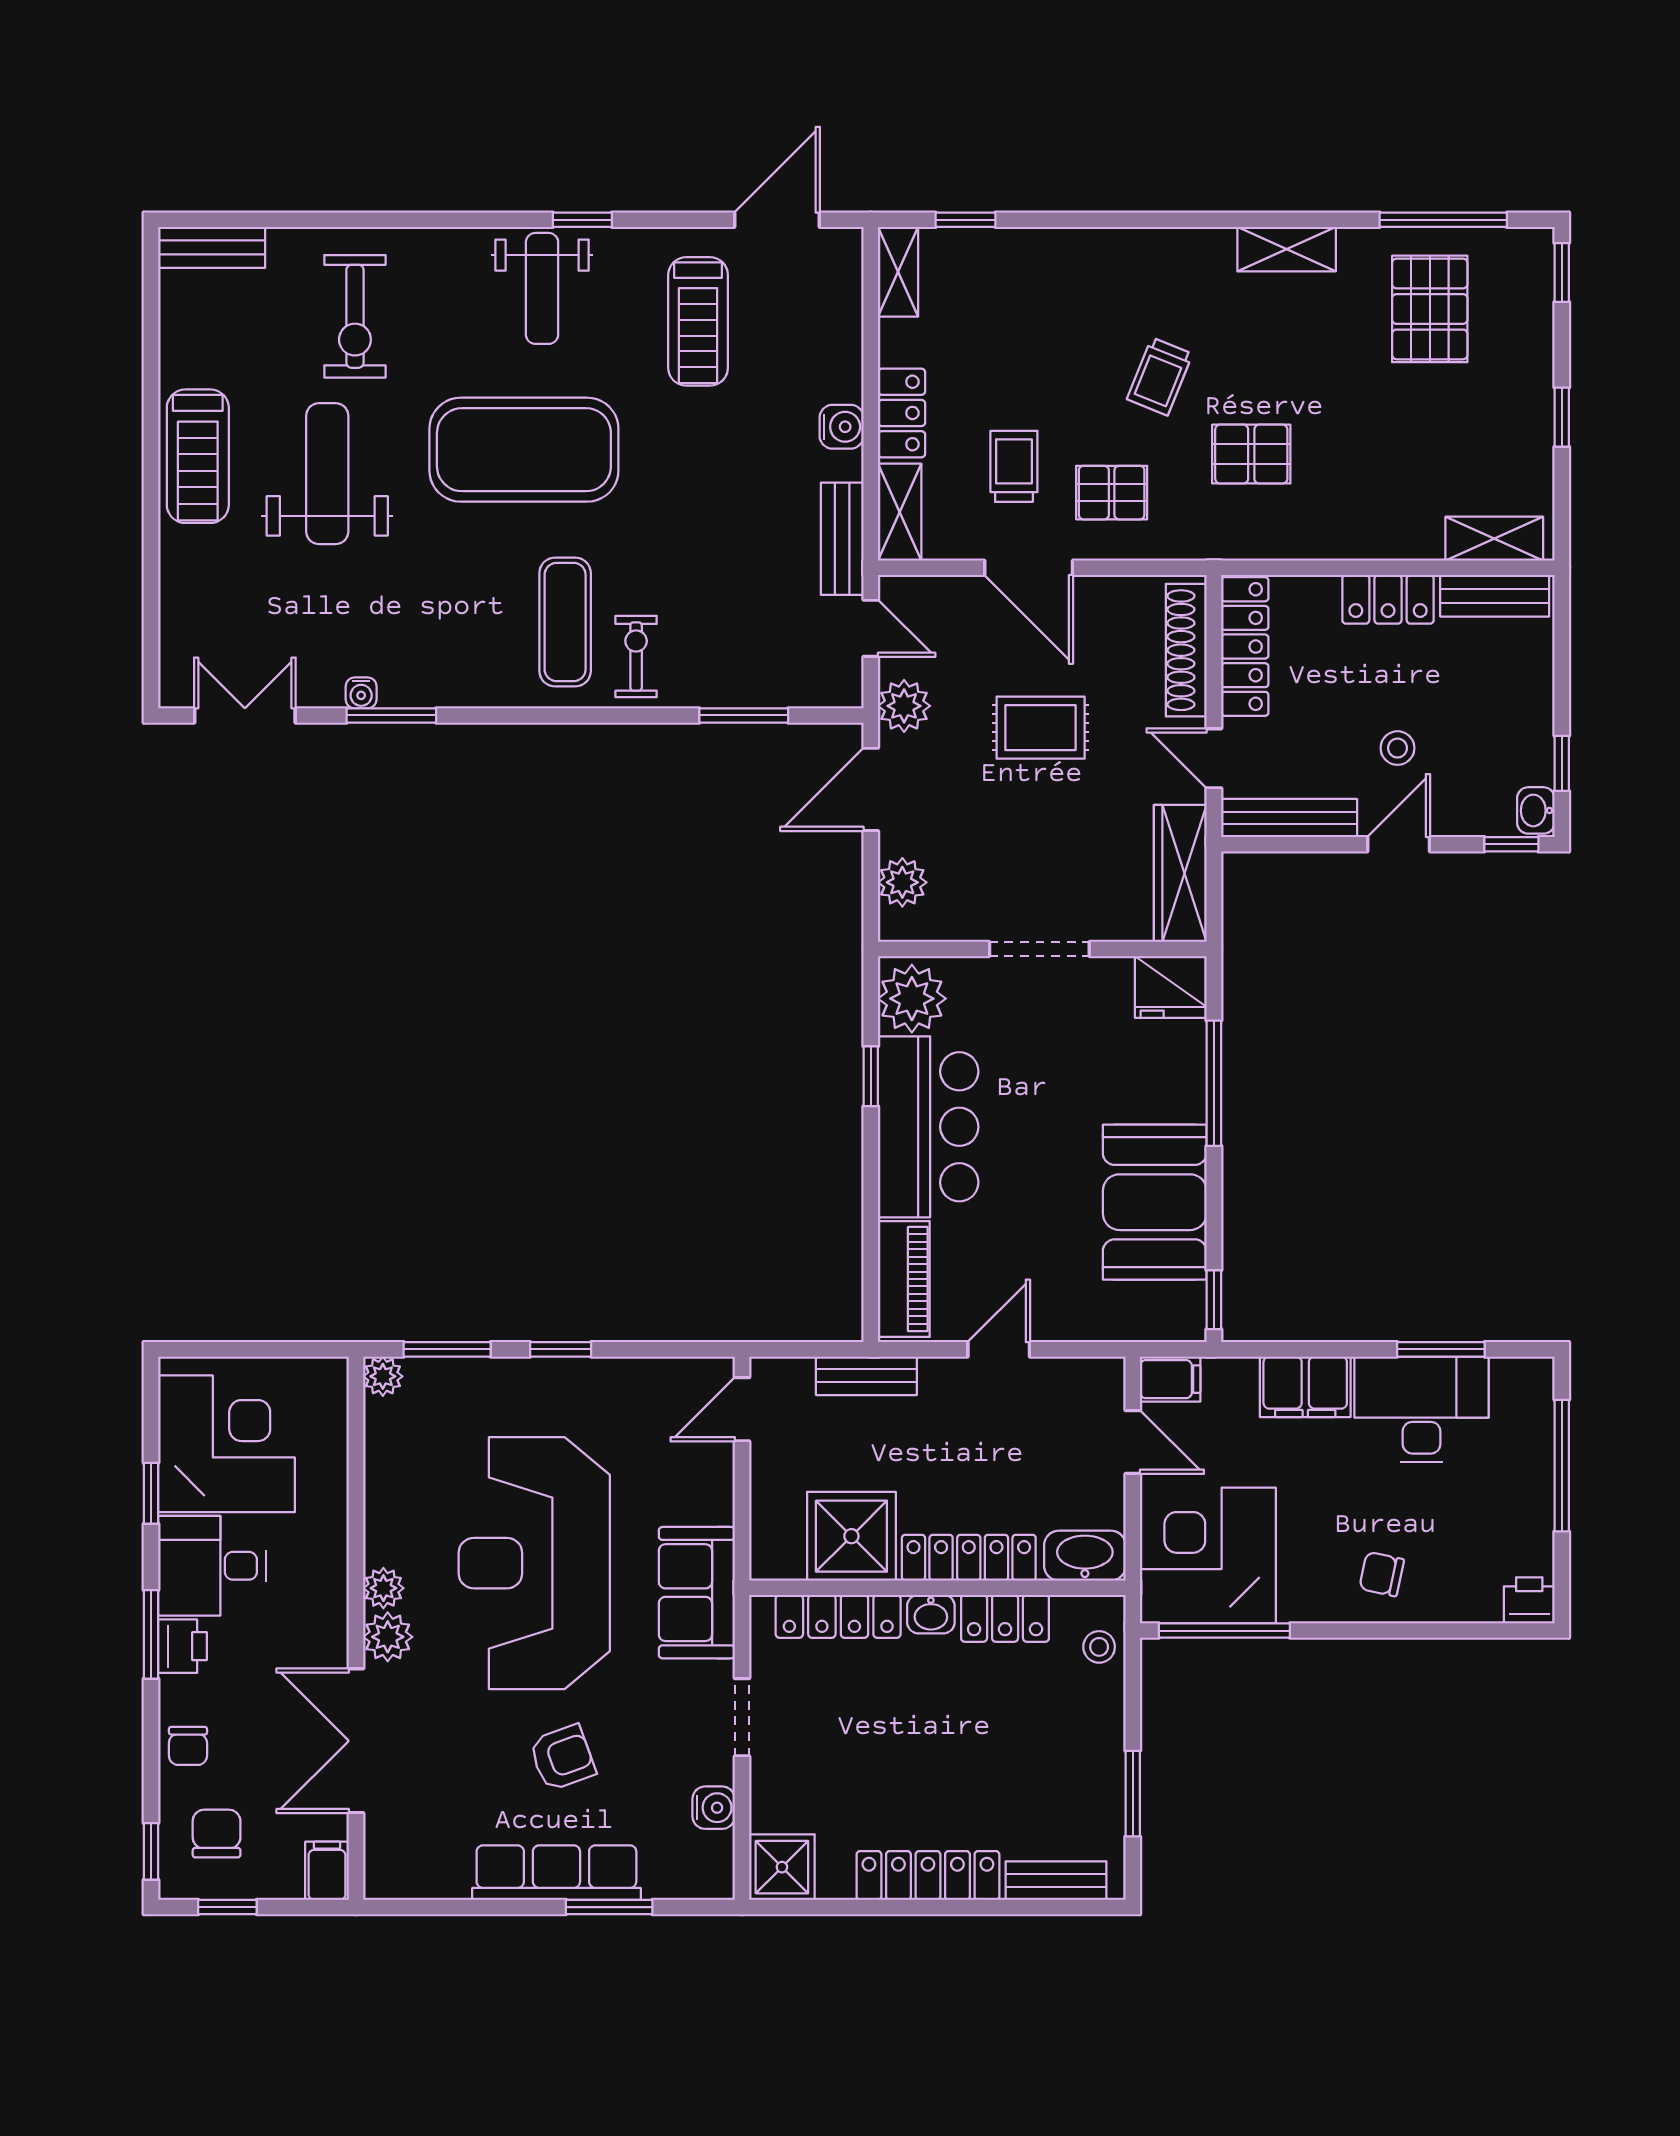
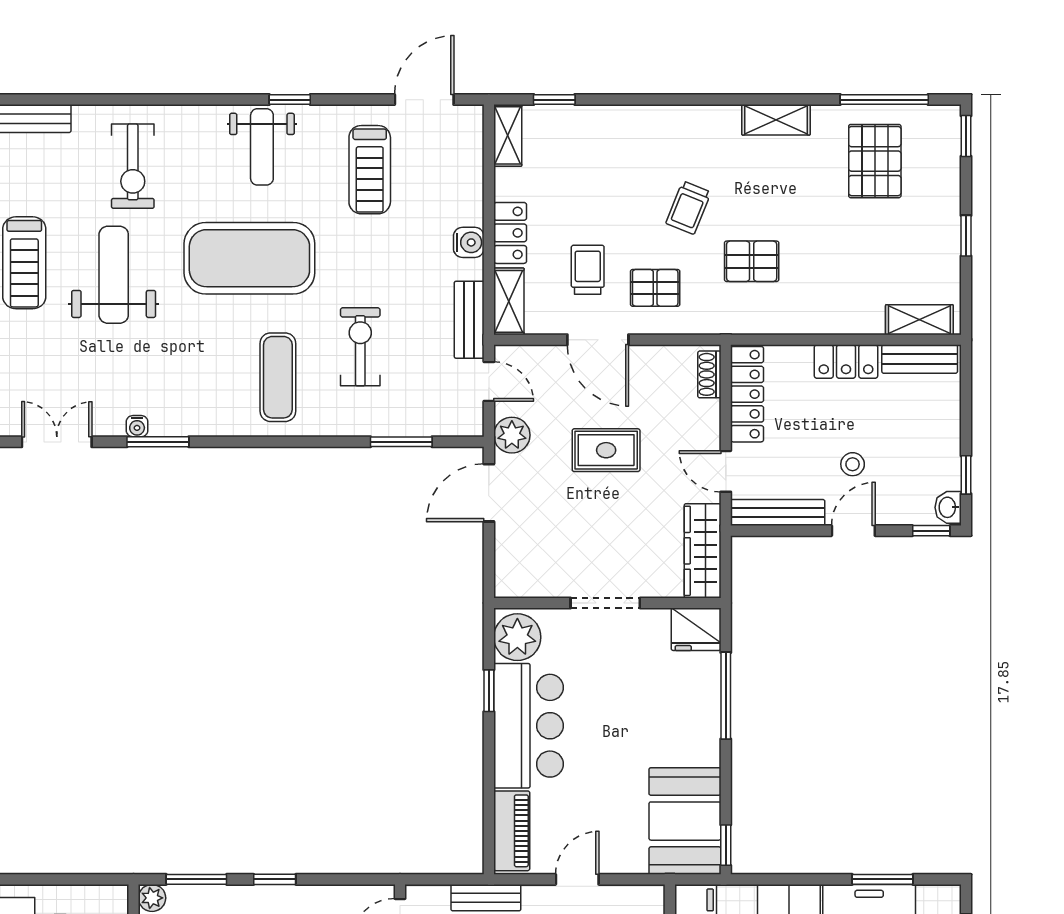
shoe rack: (1186, 650) -> (709, 374), width x0.51, depth x0.81
exercise bike: (636, 656) -> (360, 347), moved, width x1.38, depth x1.39
plant: (902, 882) -> (511, 557), removed
booth: (1155, 1202) -> (685, 821), moved

